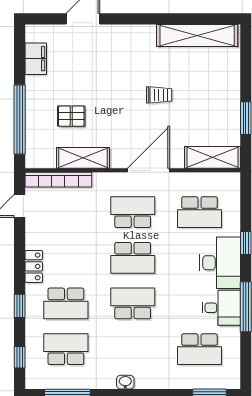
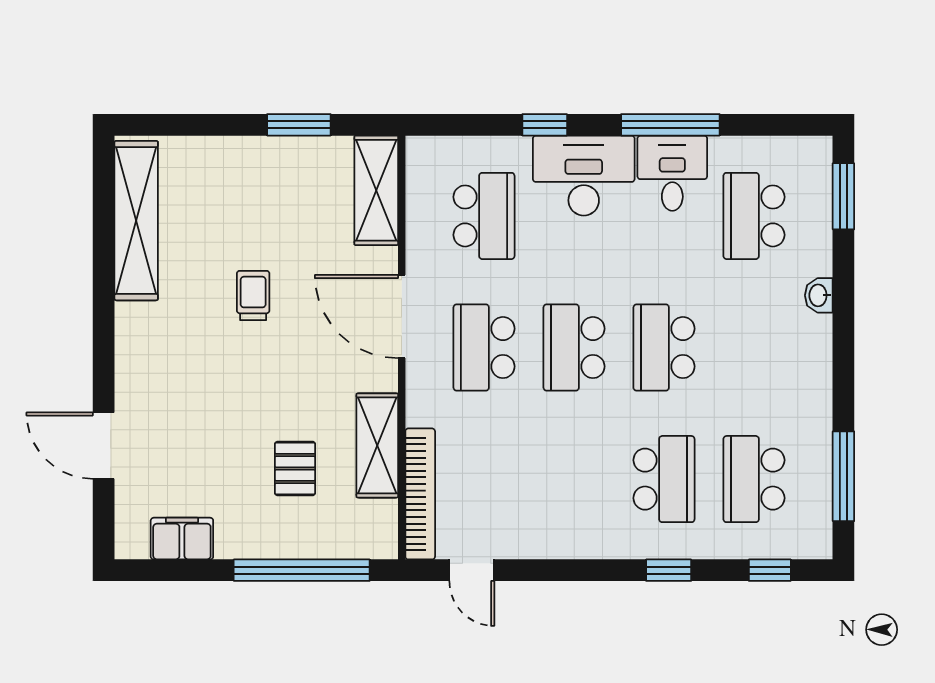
school desk: (133, 258) -> (574, 348), turned 180
locker: (34, 266) -> (591, 542), removed
school desk: (199, 349) -> (754, 216), turned 180
washbasin: (125, 382) -> (819, 295), moved

